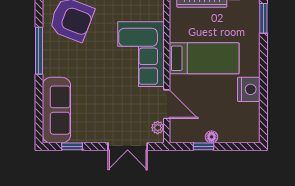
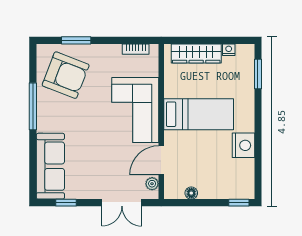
door: (167, 104) -> (161, 160), swing flipped
floor lamp: (212, 137) -> (191, 193), moved
window: (203, 146) -> (239, 203), moved

